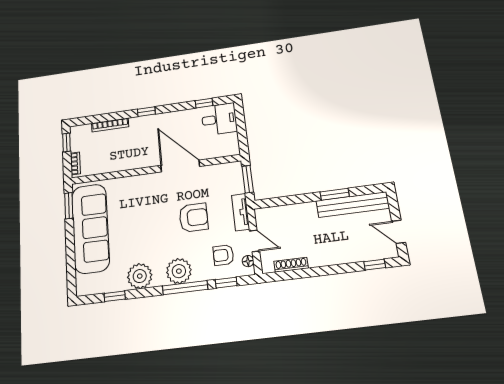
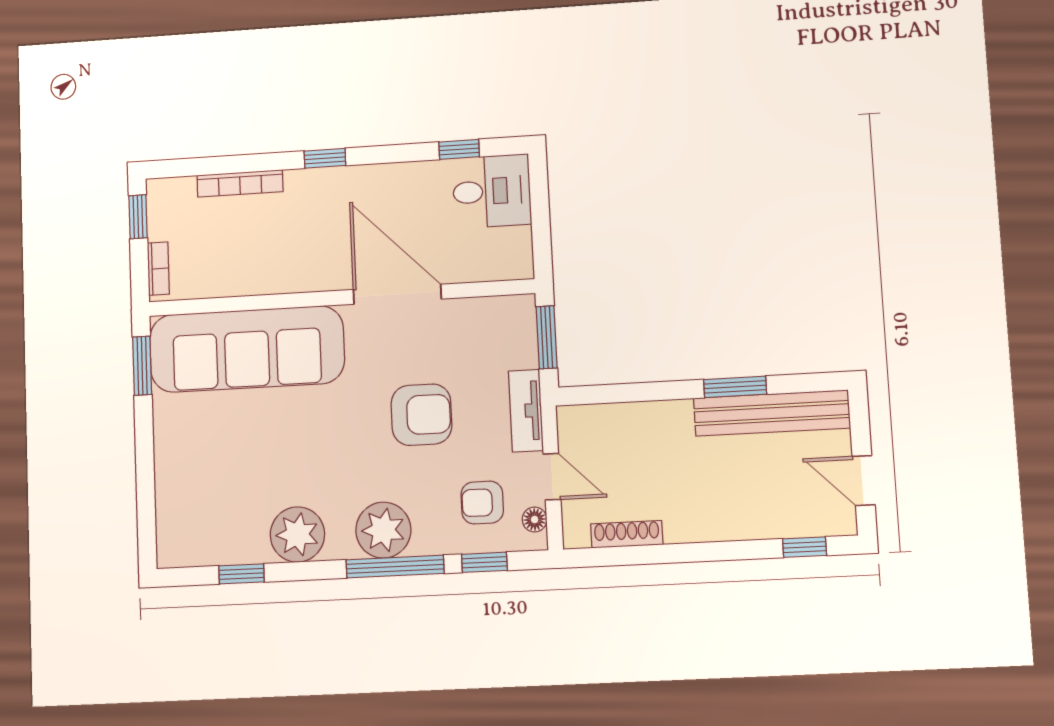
sofa: (90, 228) -> (247, 349), moved, turned 90

